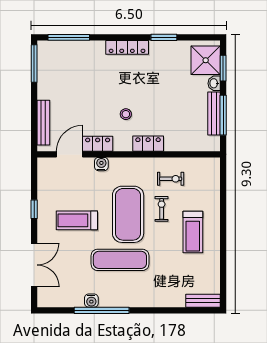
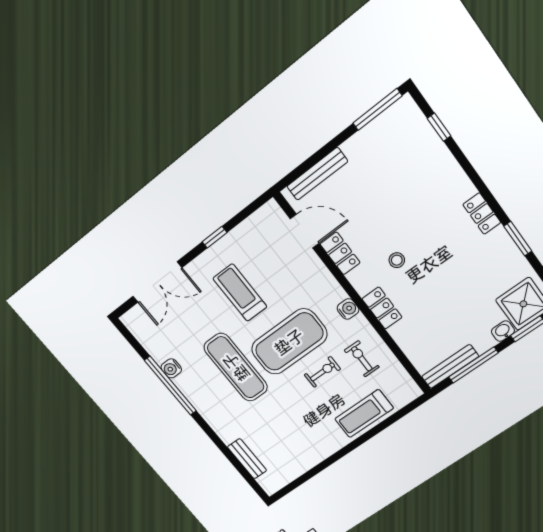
window: (69, 37) -> (439, 127), width x0.46
locker: (127, 47) -> (482, 213), width x0.66
bench: (214, 114) -> (450, 367), moved
water cooler: (101, 164) -> (348, 309), moved
exercise bike: (171, 179) -> (362, 359), turned 180
treadmill: (193, 232) -> (364, 414), moved
bench: (203, 301) -> (247, 459), moved

